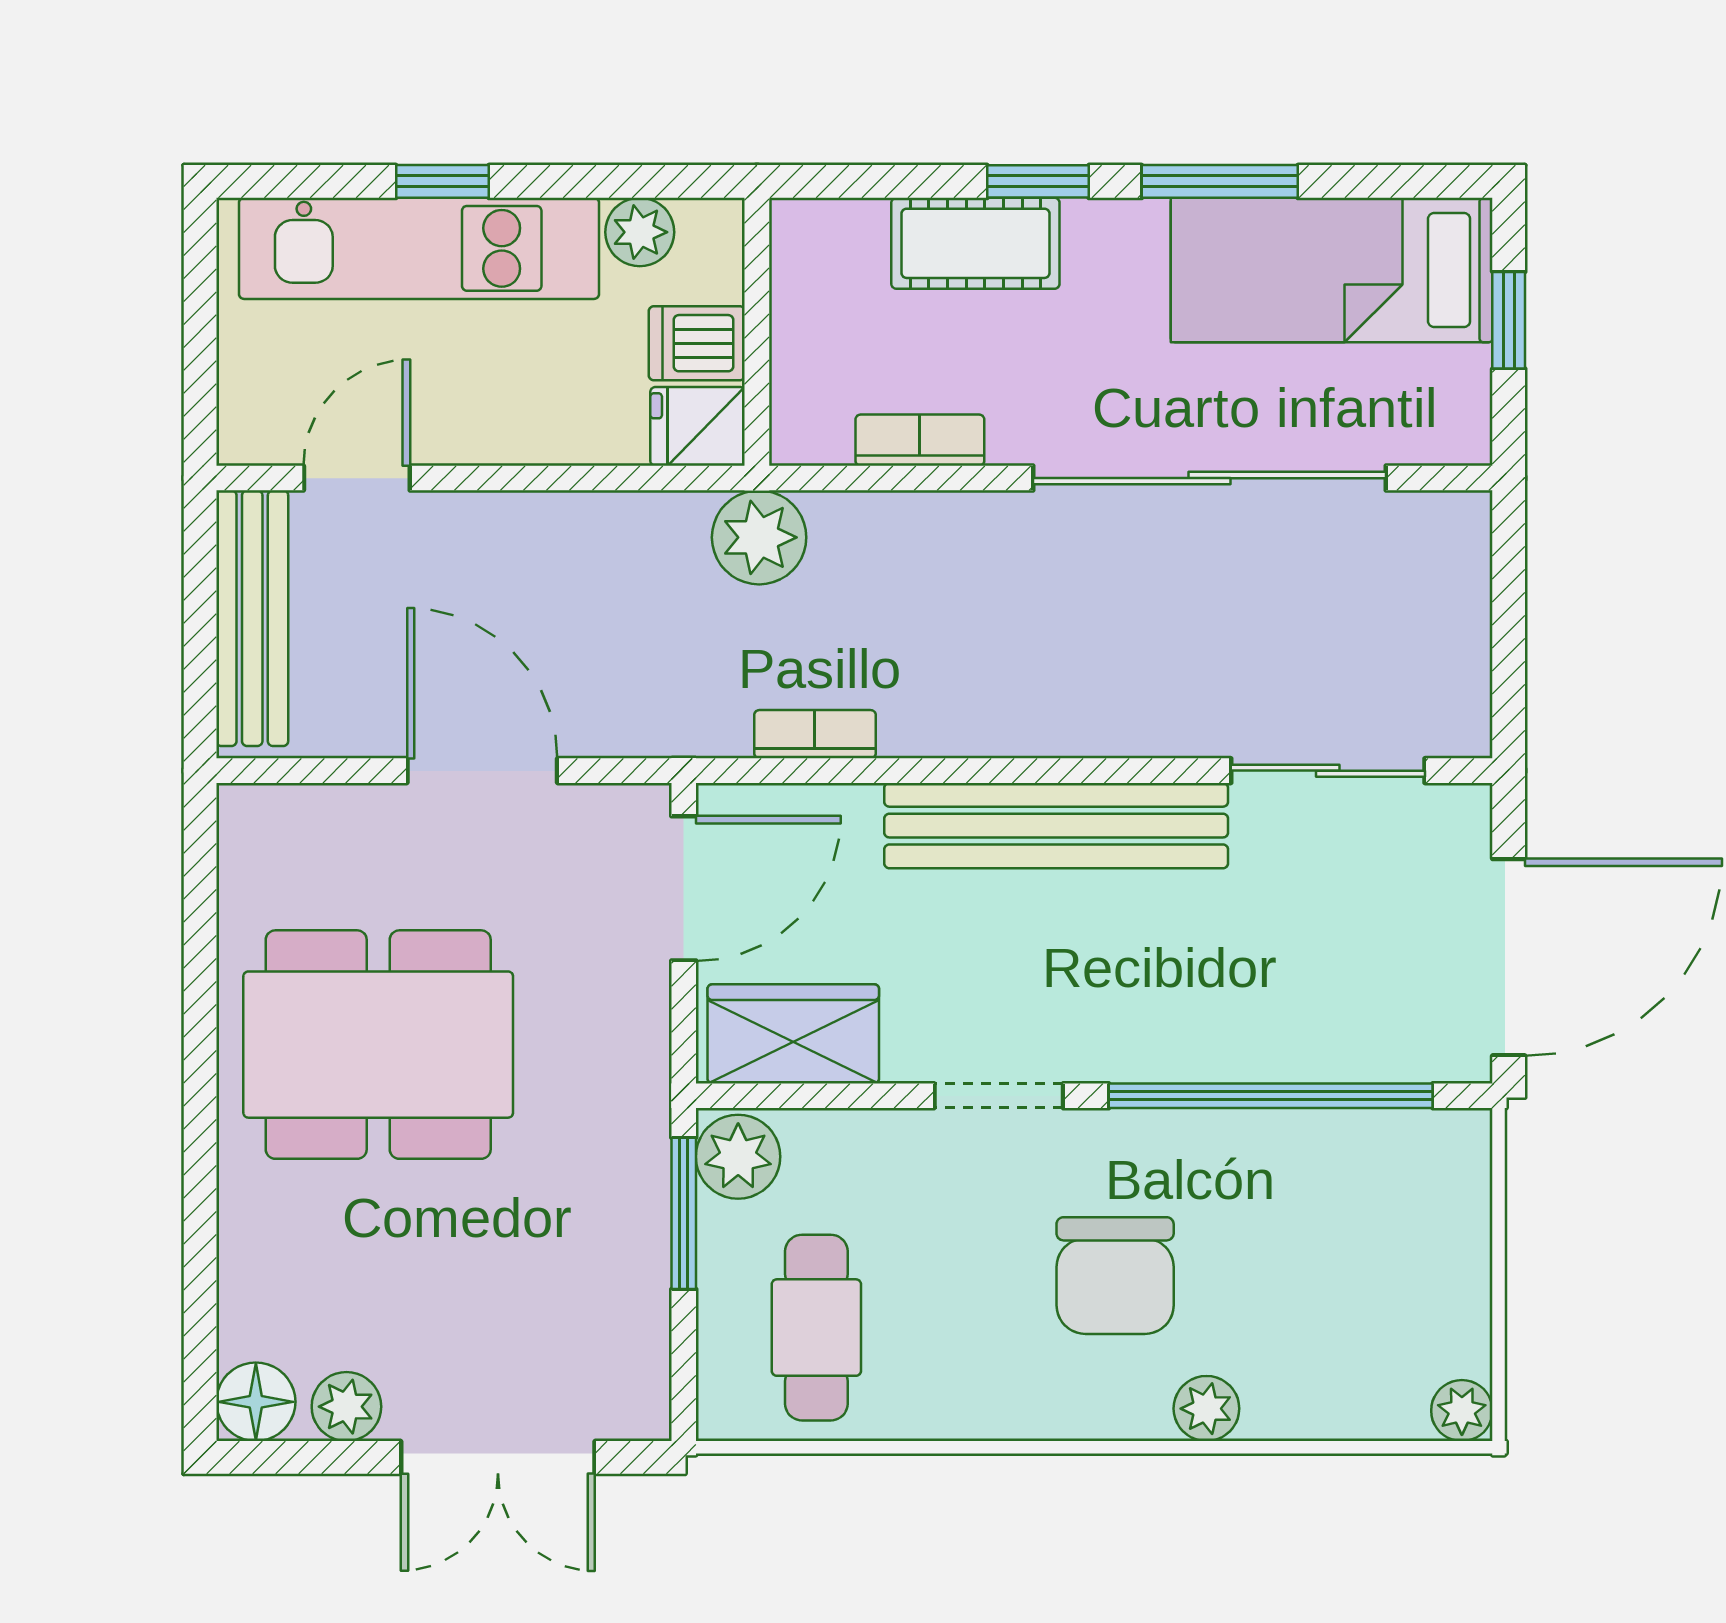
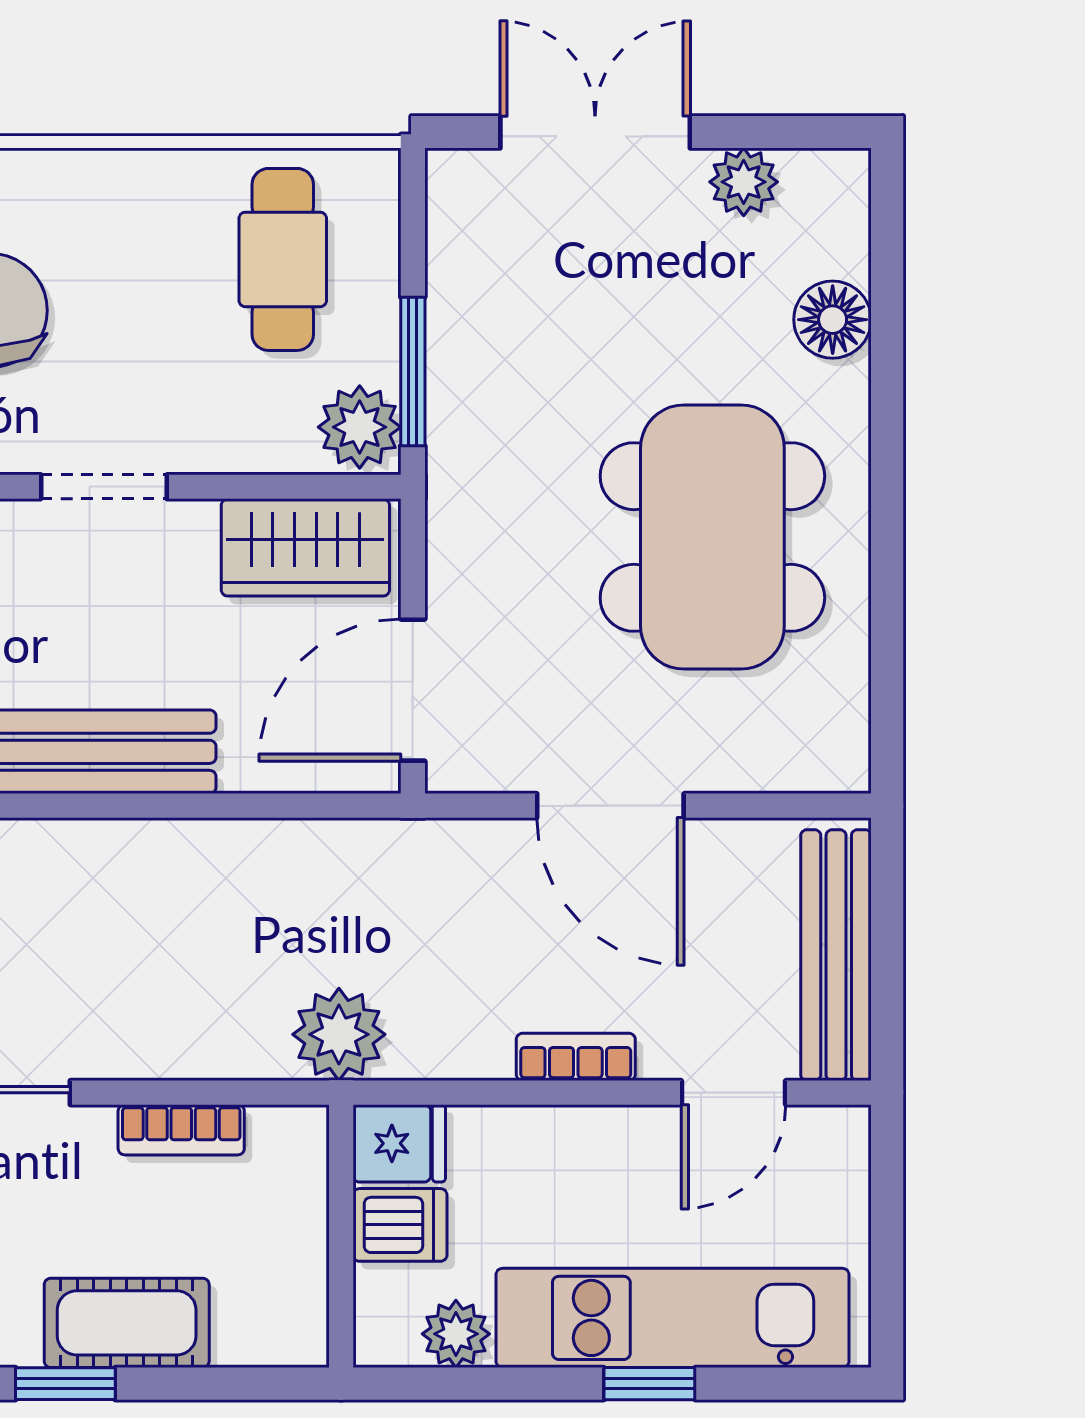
bookcase: (815, 734) -> (576, 1057), moved, turned 180
dining table: (378, 1045) -> (712, 537), turned 90
floor lamp: (256, 1402) -> (833, 320), moved

